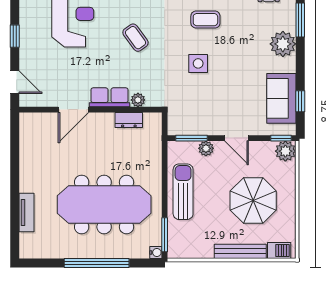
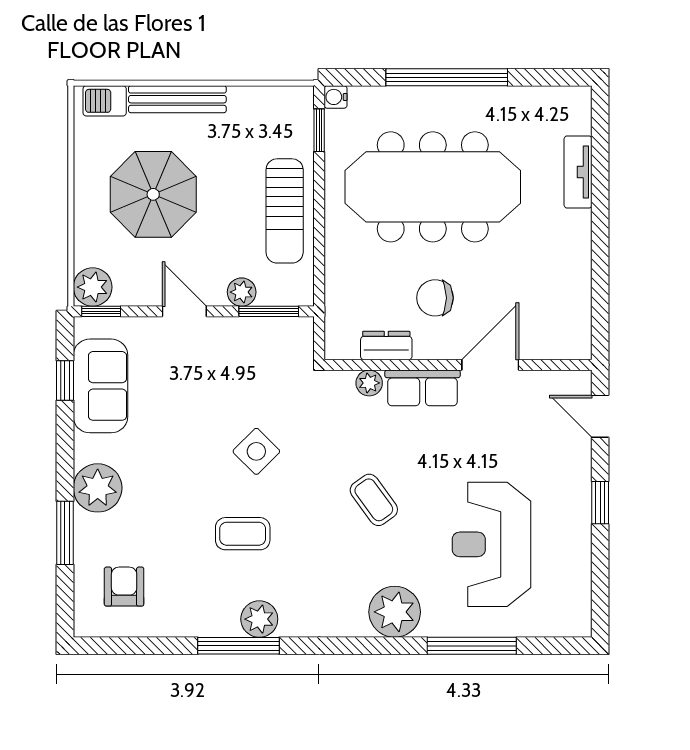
side table: (198, 63) -> (256, 451), turned 45
chair: (103, 145) -> (435, 298), added
window: (165, 235) -> (319, 130), width x0.67

